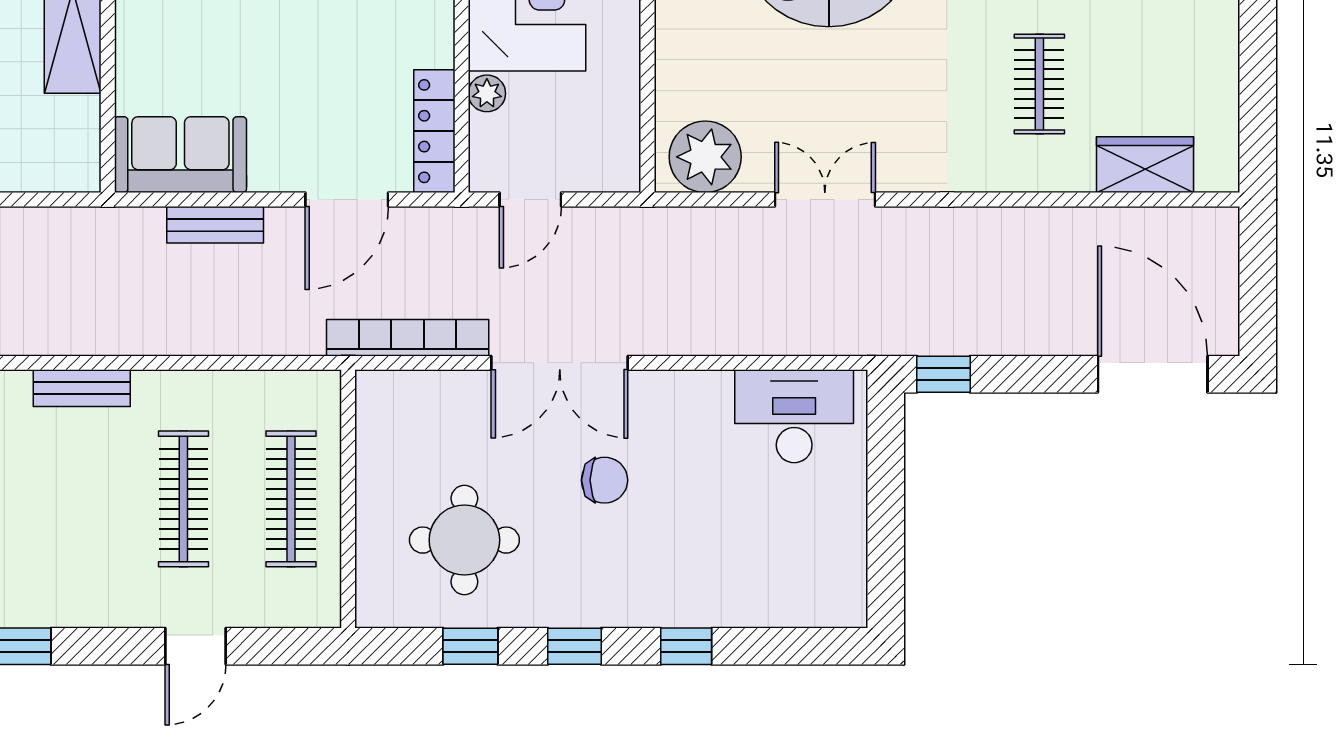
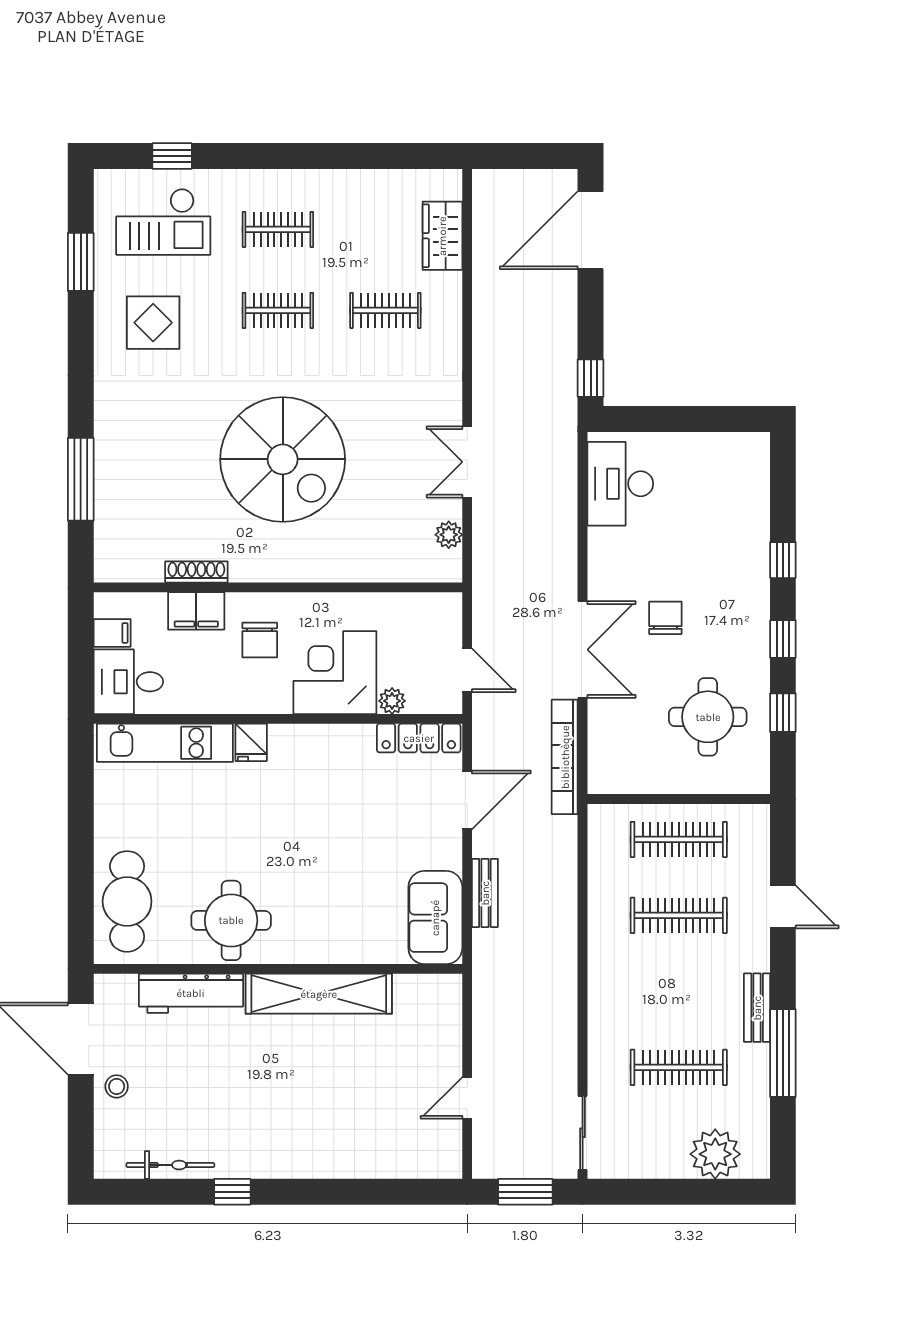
plant: (705, 157) -> (449, 535), width x0.53, depth x0.53
door: (347, 200) -> (467, 800), hinge flipped
bench: (82, 388) -> (757, 1008), moved

